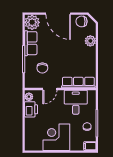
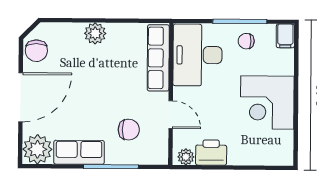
plant: (90, 41) -> (95, 33), moved
desk: (76, 102) -> (198, 55), width x1.37

